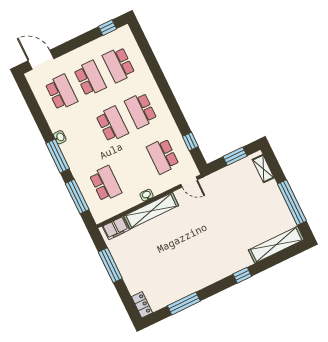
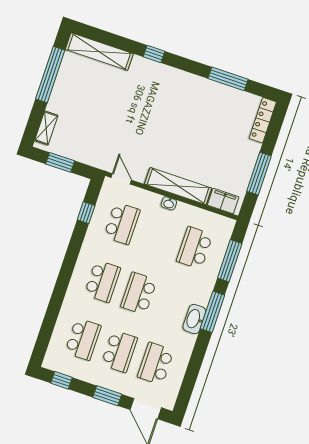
window: (71, 45) -> (107, 396), added
school desk: (90, 78) -> (119, 351), turned 180
washbasin: (60, 137) -> (194, 319), width x1.91, depth x1.45
locker: (142, 305) -> (263, 120), width x1.53

